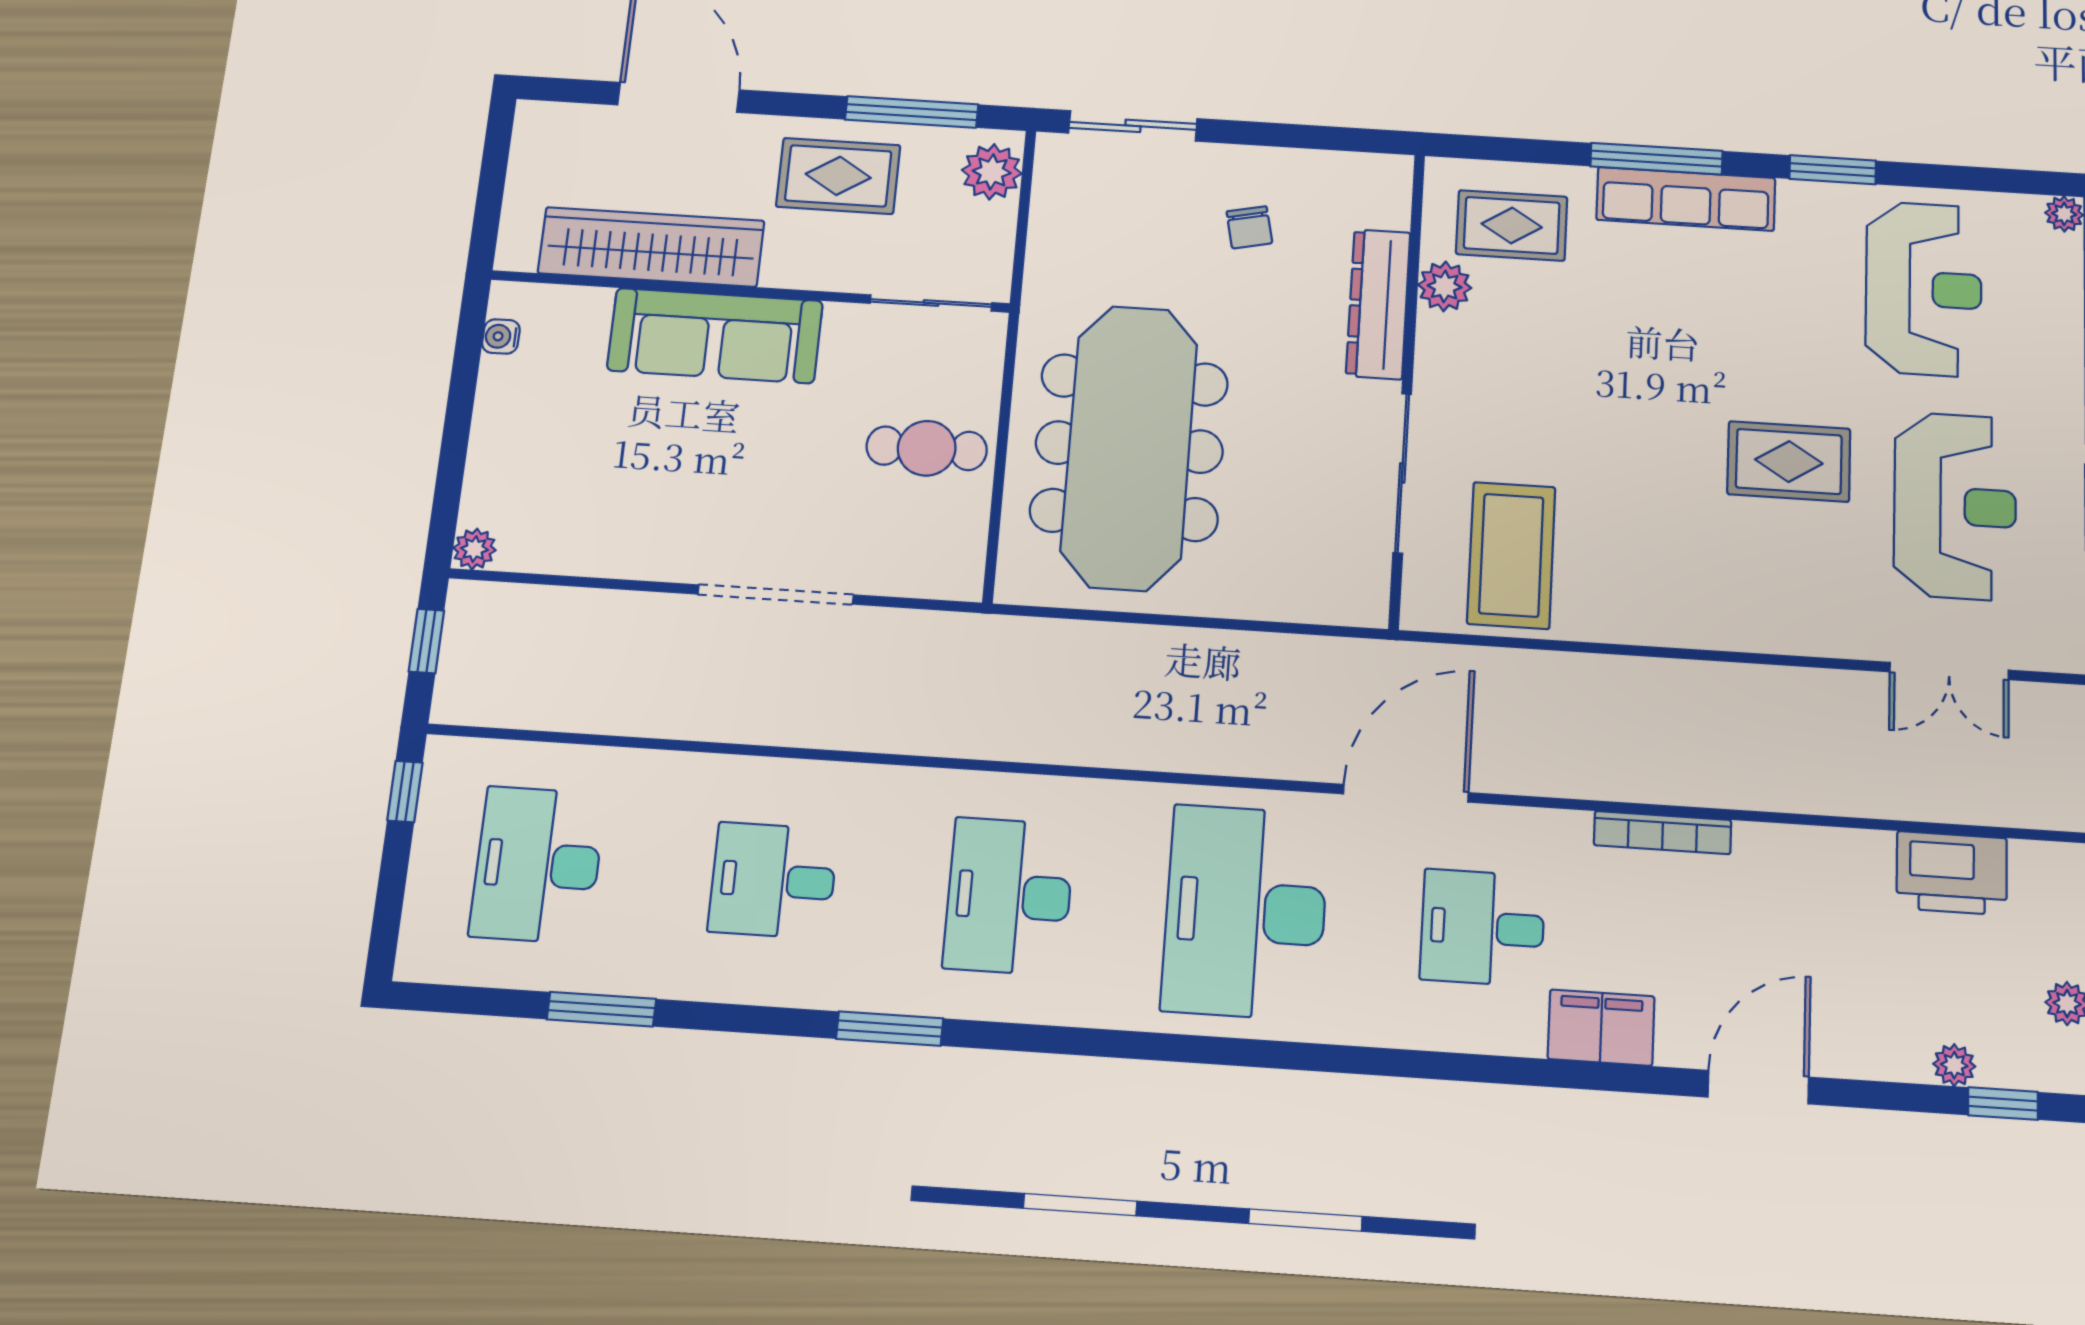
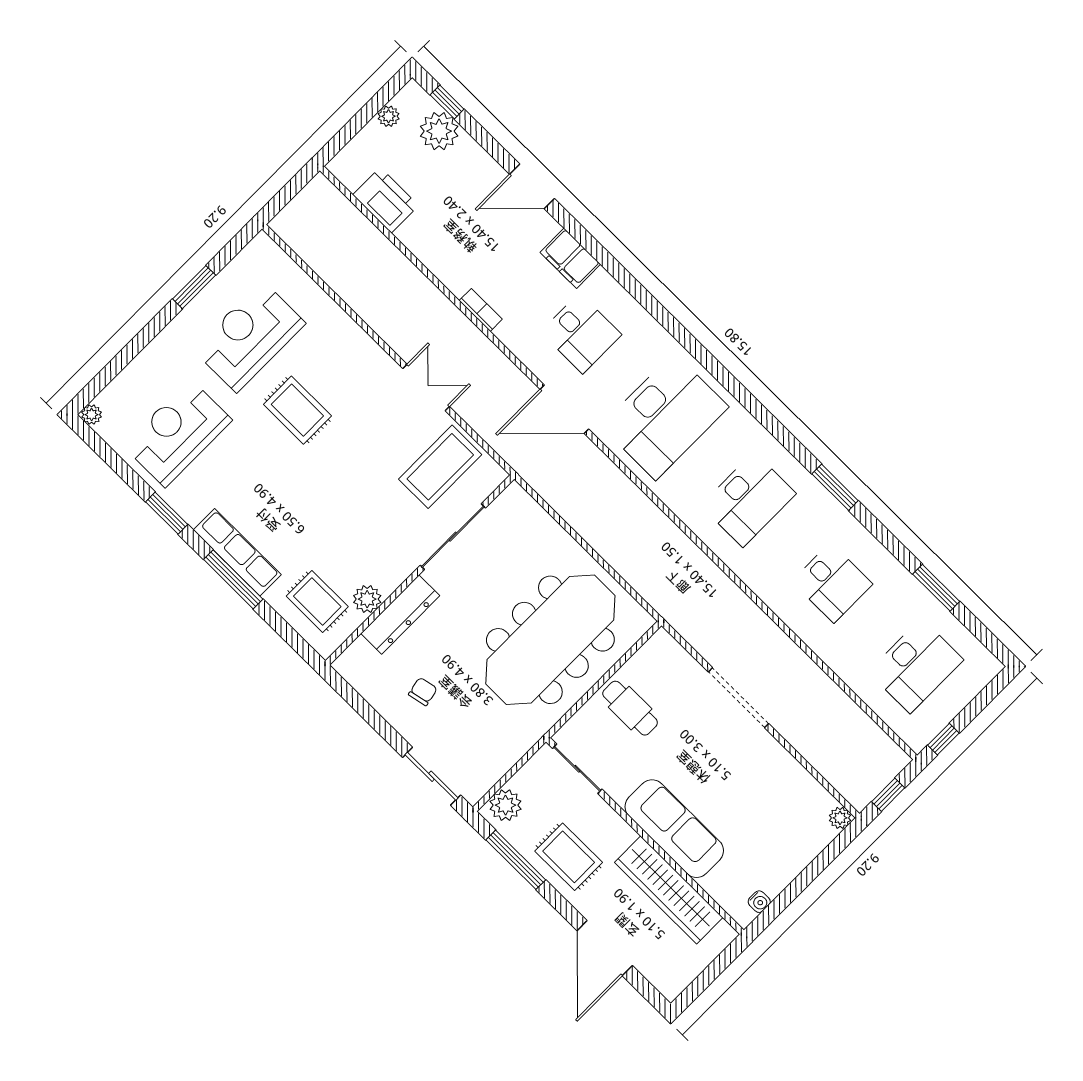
double door: (1949, 671) -> (426, 387), moved
bookcase: (1663, 833) -> (481, 310), width x0.64
plant: (1954, 1065) -> (439, 131), width x1.87, depth x1.87

